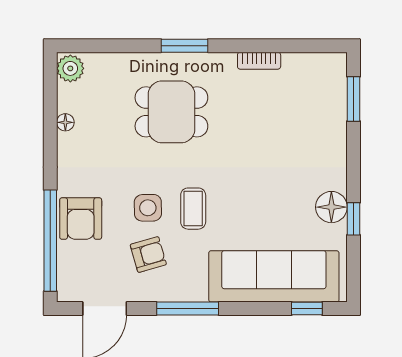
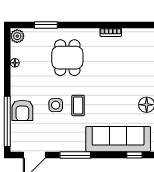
window: (185, 46) -> (46, 25), moved
dining table: (171, 112) -> (67, 58), turned 90
armchair: (148, 255) -> (56, 128), removed

